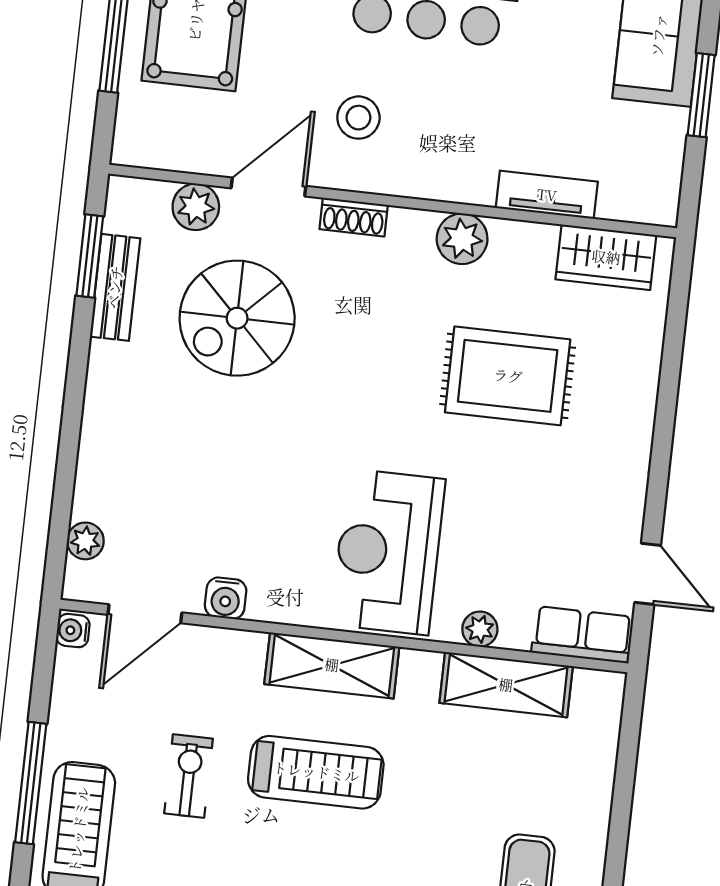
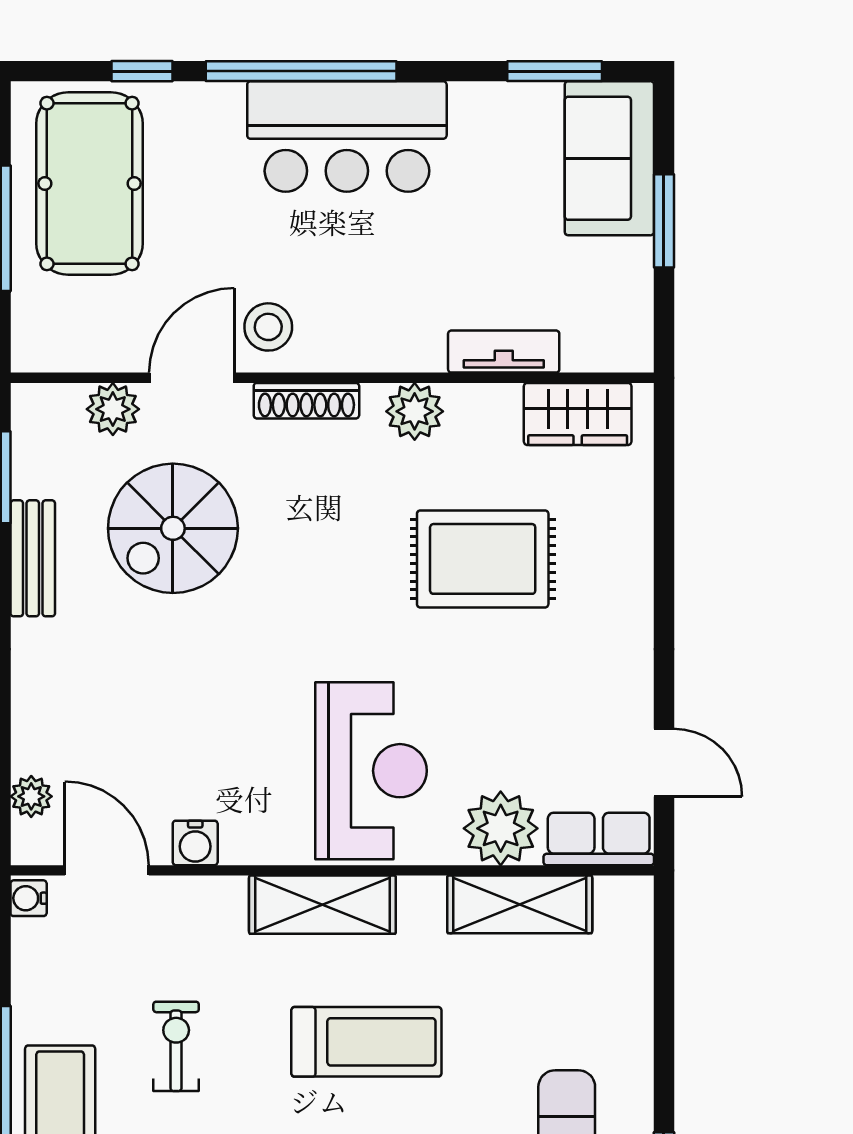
stool: (358, 118) -> (268, 327), moved
shoe rack: (354, 217) -> (306, 401), width x1.43
bench: (115, 287) -> (33, 558), moved
reception desk: (388, 552) -> (371, 771), turned 180
door: (145, 614) -> (107, 870), swing flipped
plant: (480, 629) -> (501, 828), width x1.88, depth x1.88
treadmill: (316, 772) -> (366, 1042), moved

